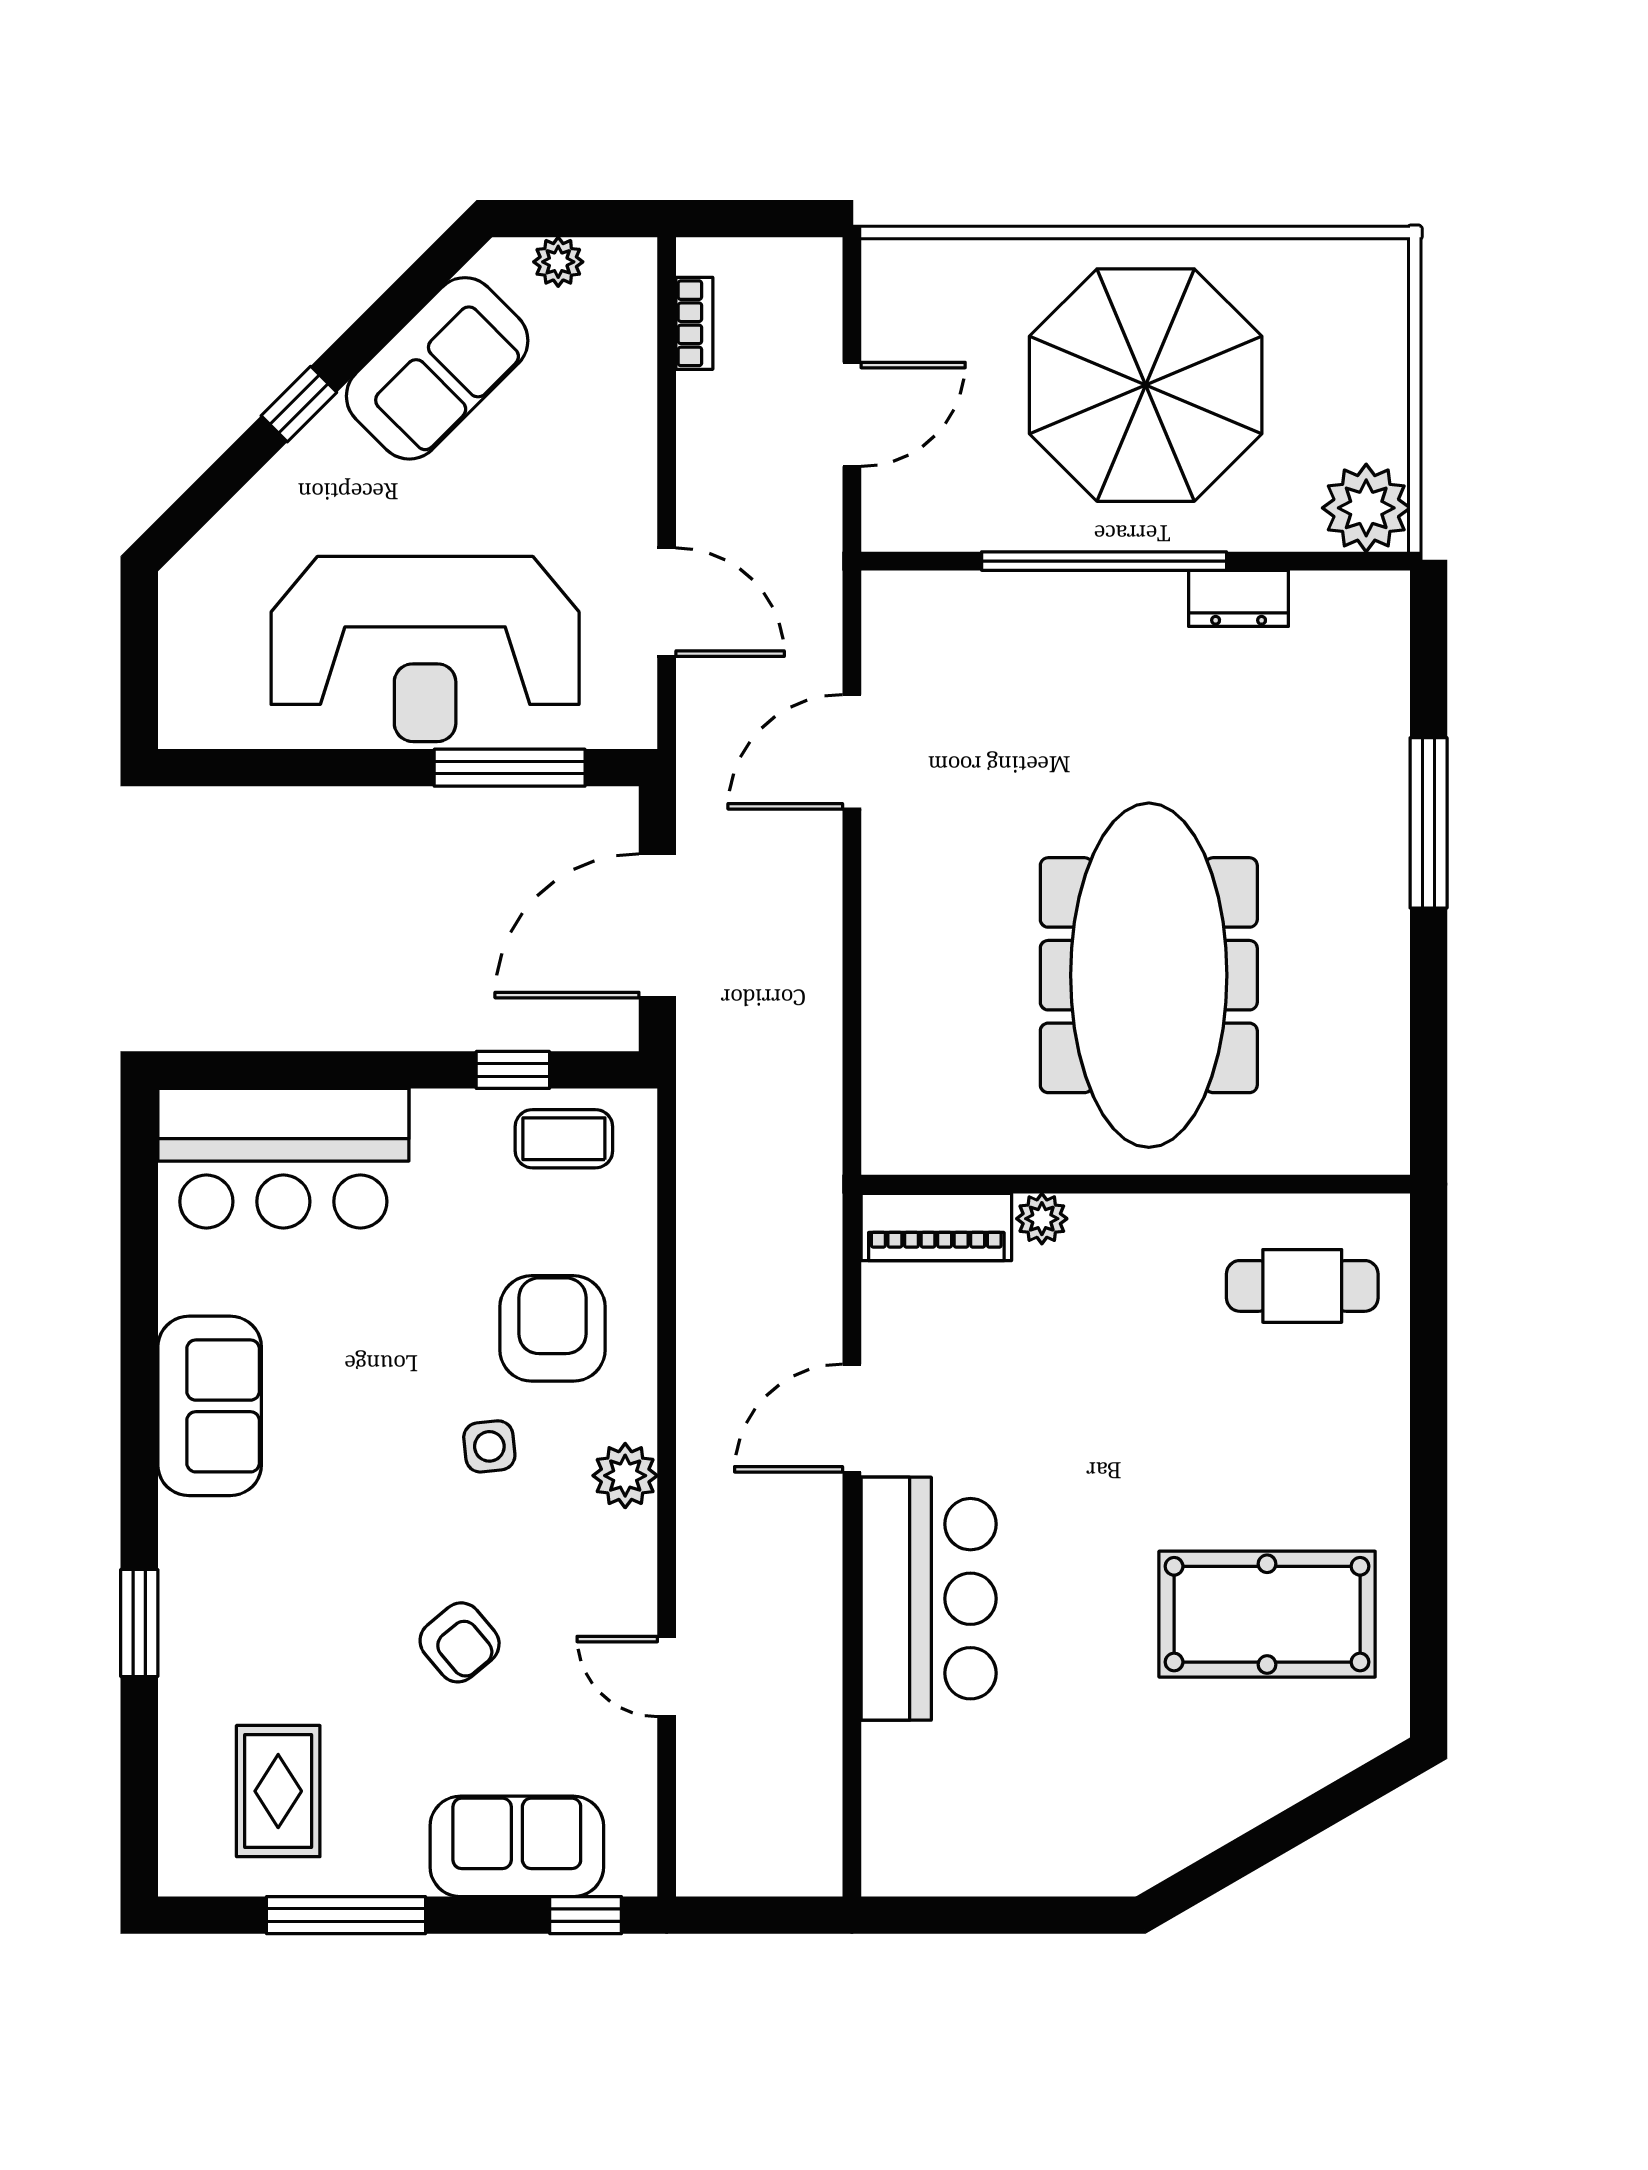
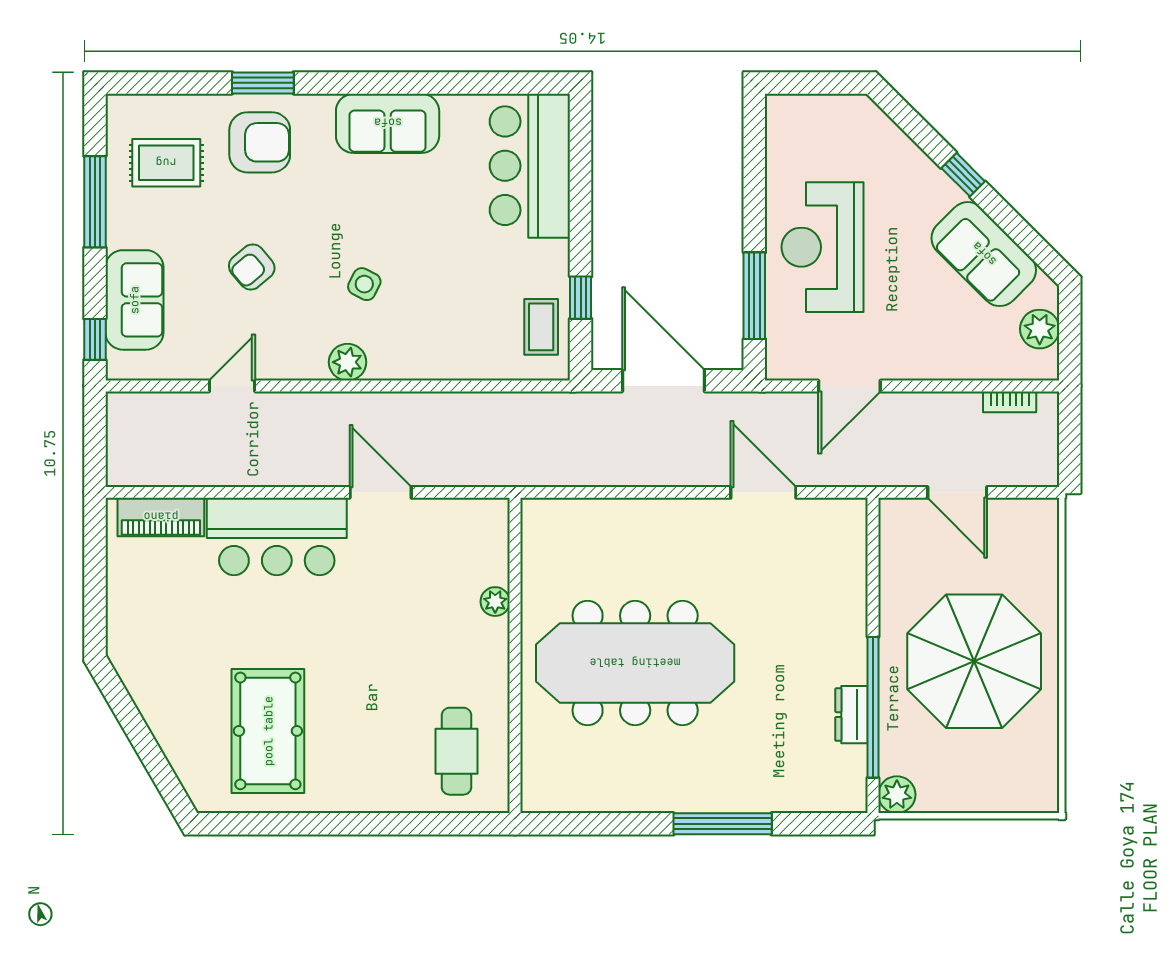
plant: (558, 262) -> (1040, 329), width x1.38, depth x1.38
plant: (1366, 508) -> (897, 795), width x0.73, depth x0.73
window: (1104, 561) -> (873, 707), moved
reception desk: (425, 649) -> (822, 247), width x0.74, depth x0.77
piano: (936, 1227) -> (161, 517), moved, turned -90
armchair: (552, 1328) -> (260, 142), moved
side table: (489, 1446) -> (364, 284), turned 33

